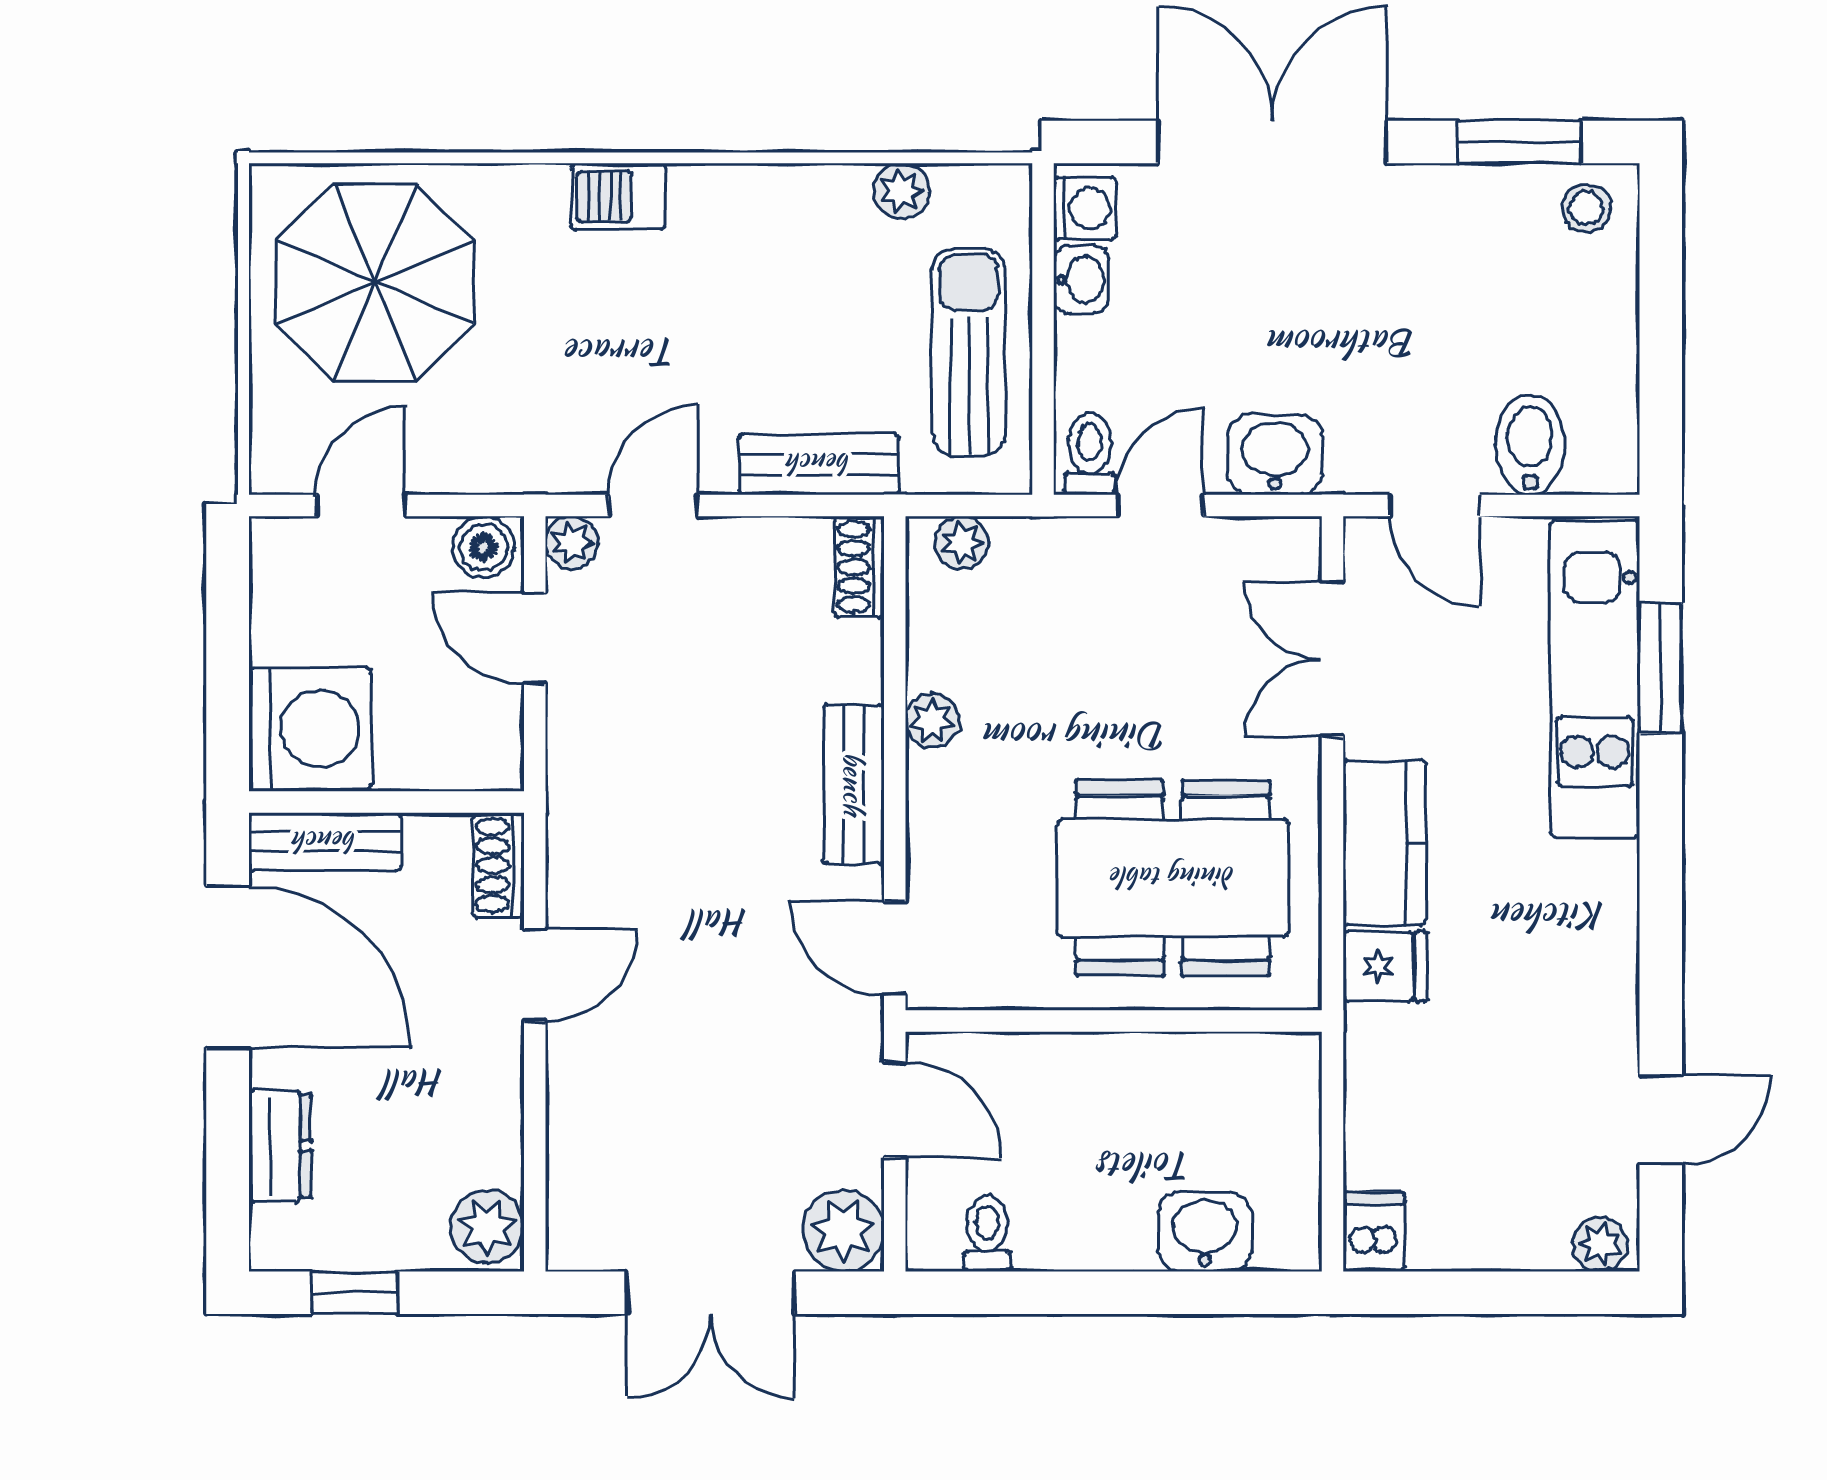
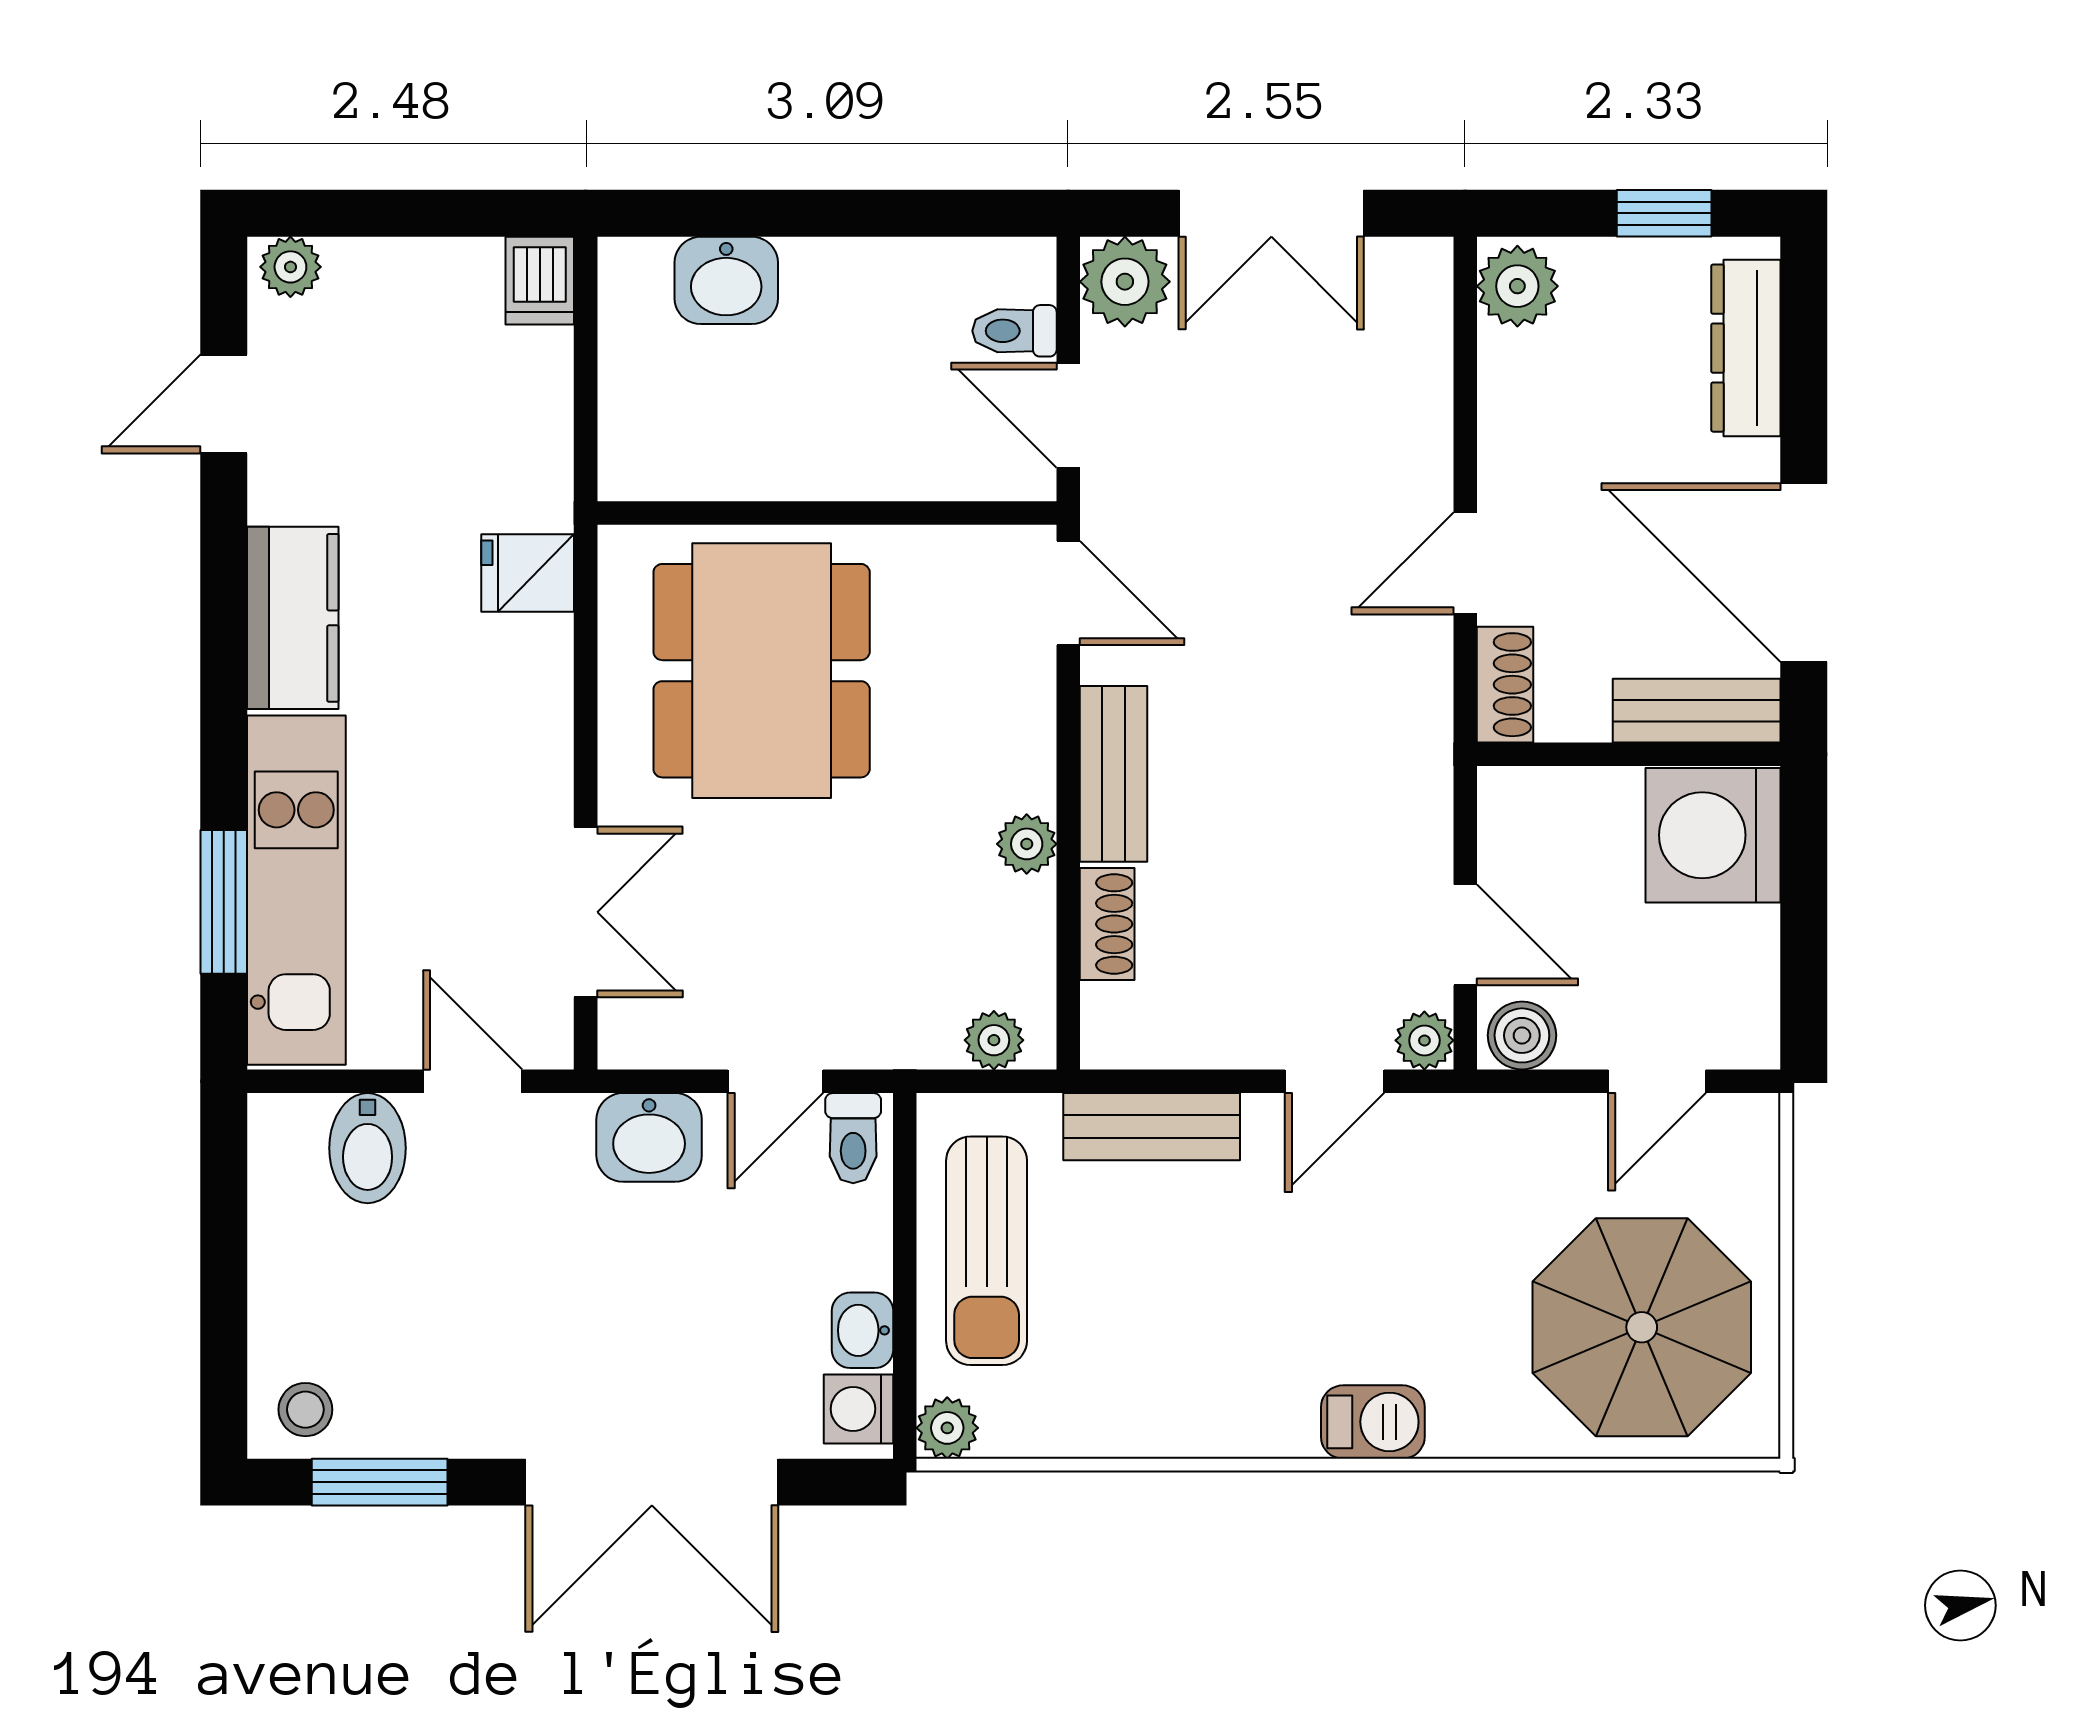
plant: (901, 191) -> (947, 1428), moved
shoe rack: (859, 567) -> (1107, 924), moved
kitchen counter: (1384, 843) -> (293, 618), moved, turned 180
dining table: (1173, 878) -> (762, 671), turned 90
dresser: (280, 1146) -> (1746, 348), width x1.44
toilet: (987, 1233) -> (1014, 331), moved, turned 90
double door: (711, 1293) -> (1271, 213), swing flipped

